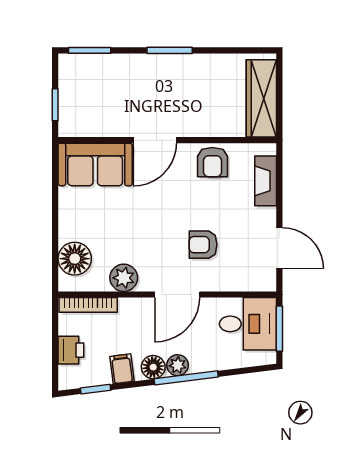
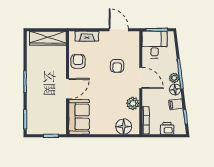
door: (155, 140) -> (68, 89), hinge flipped
armchair: (212, 162) -> (78, 61), turned -90
door: (279, 248) -> (119, 30), hinge flipped

